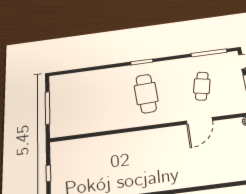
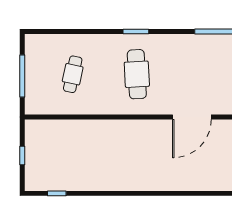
cafe table: (202, 86) -> (73, 74), moved
door: (199, 121) -> (192, 117), width x1.36

